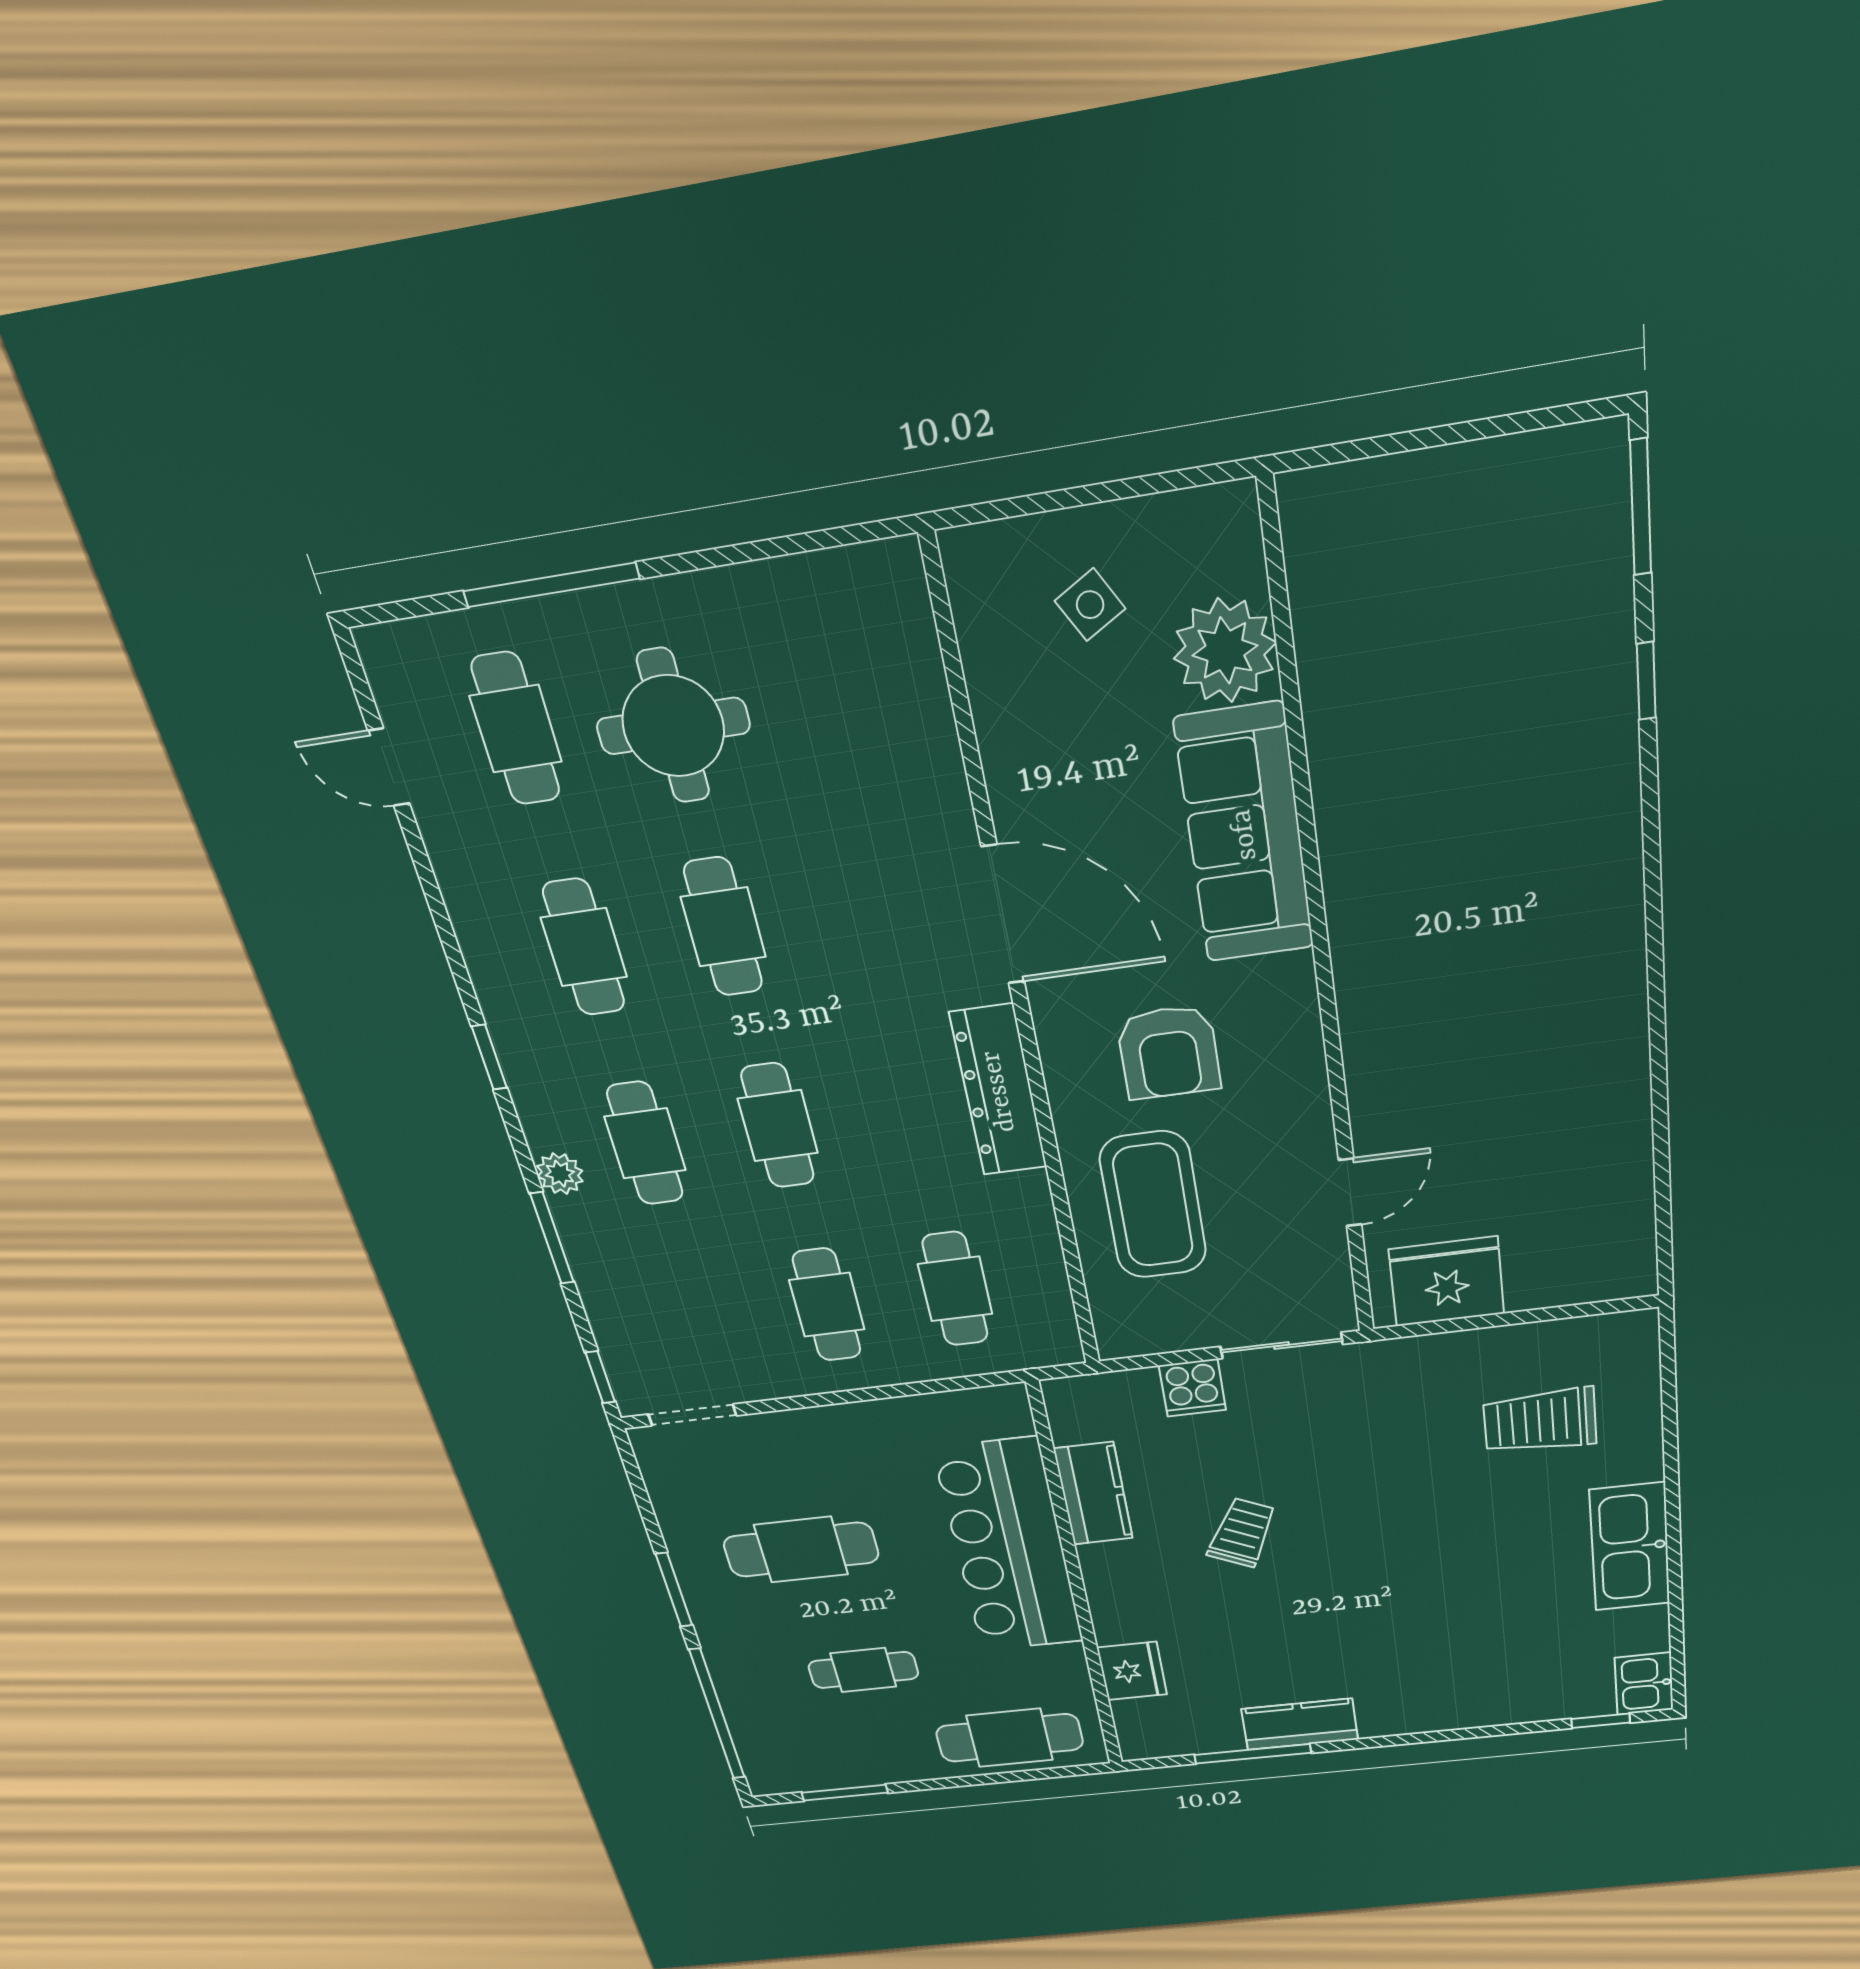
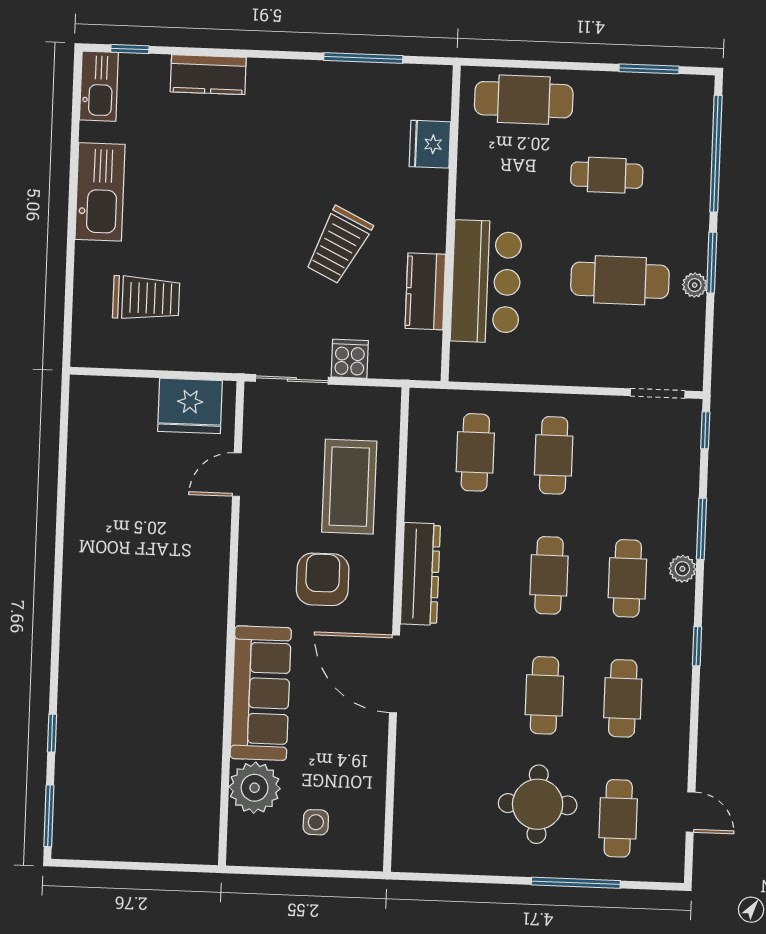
side table: (1090, 605) -> (316, 822), turned 30
trolley: (1242, 1533) -> (339, 245), width x1.36, depth x1.39
bar counter: (1009, 1547) -> (486, 282), width x0.73
plant: (688, 1559) -> (695, 285), added
kitchen sink: (1644, 1684) -> (99, 86), width x1.38
kitchen counter: (1300, 1724) -> (208, 75), moved

